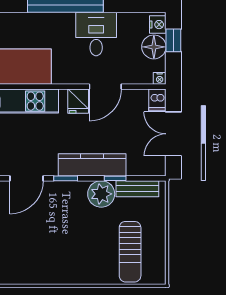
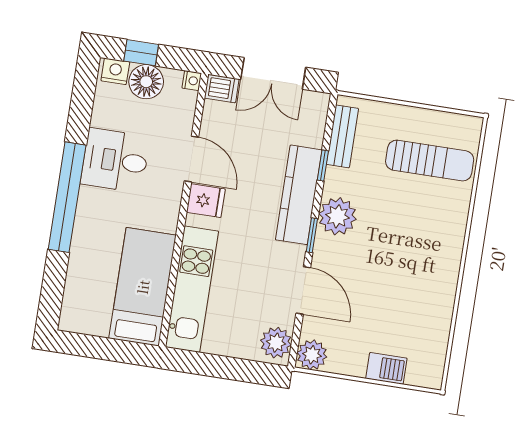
plant: (101, 194) -> (337, 216), moved

